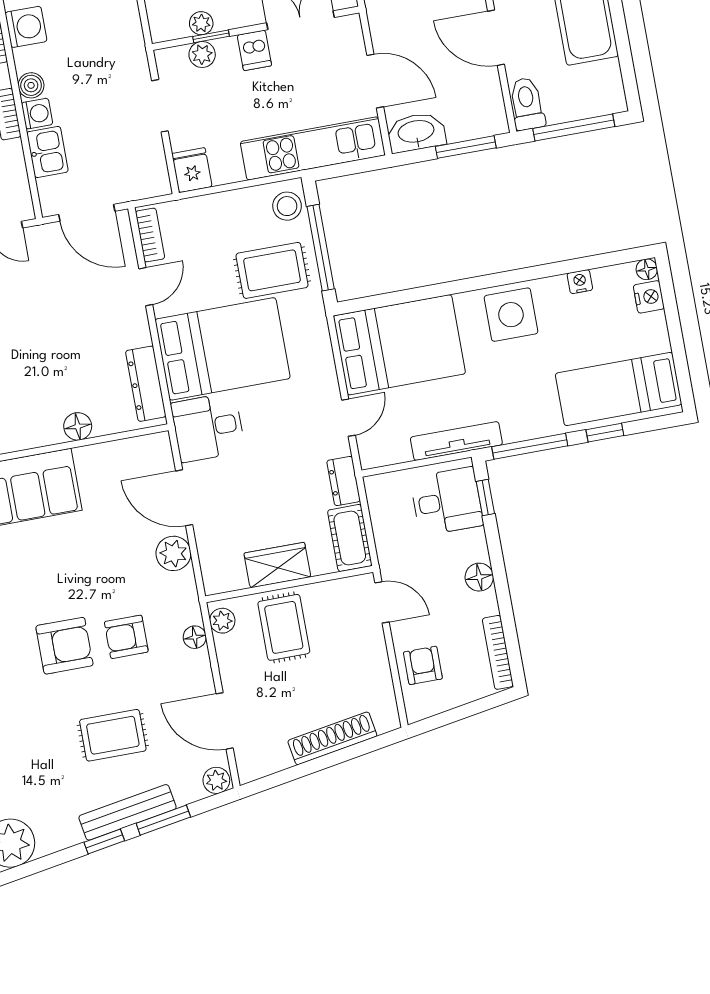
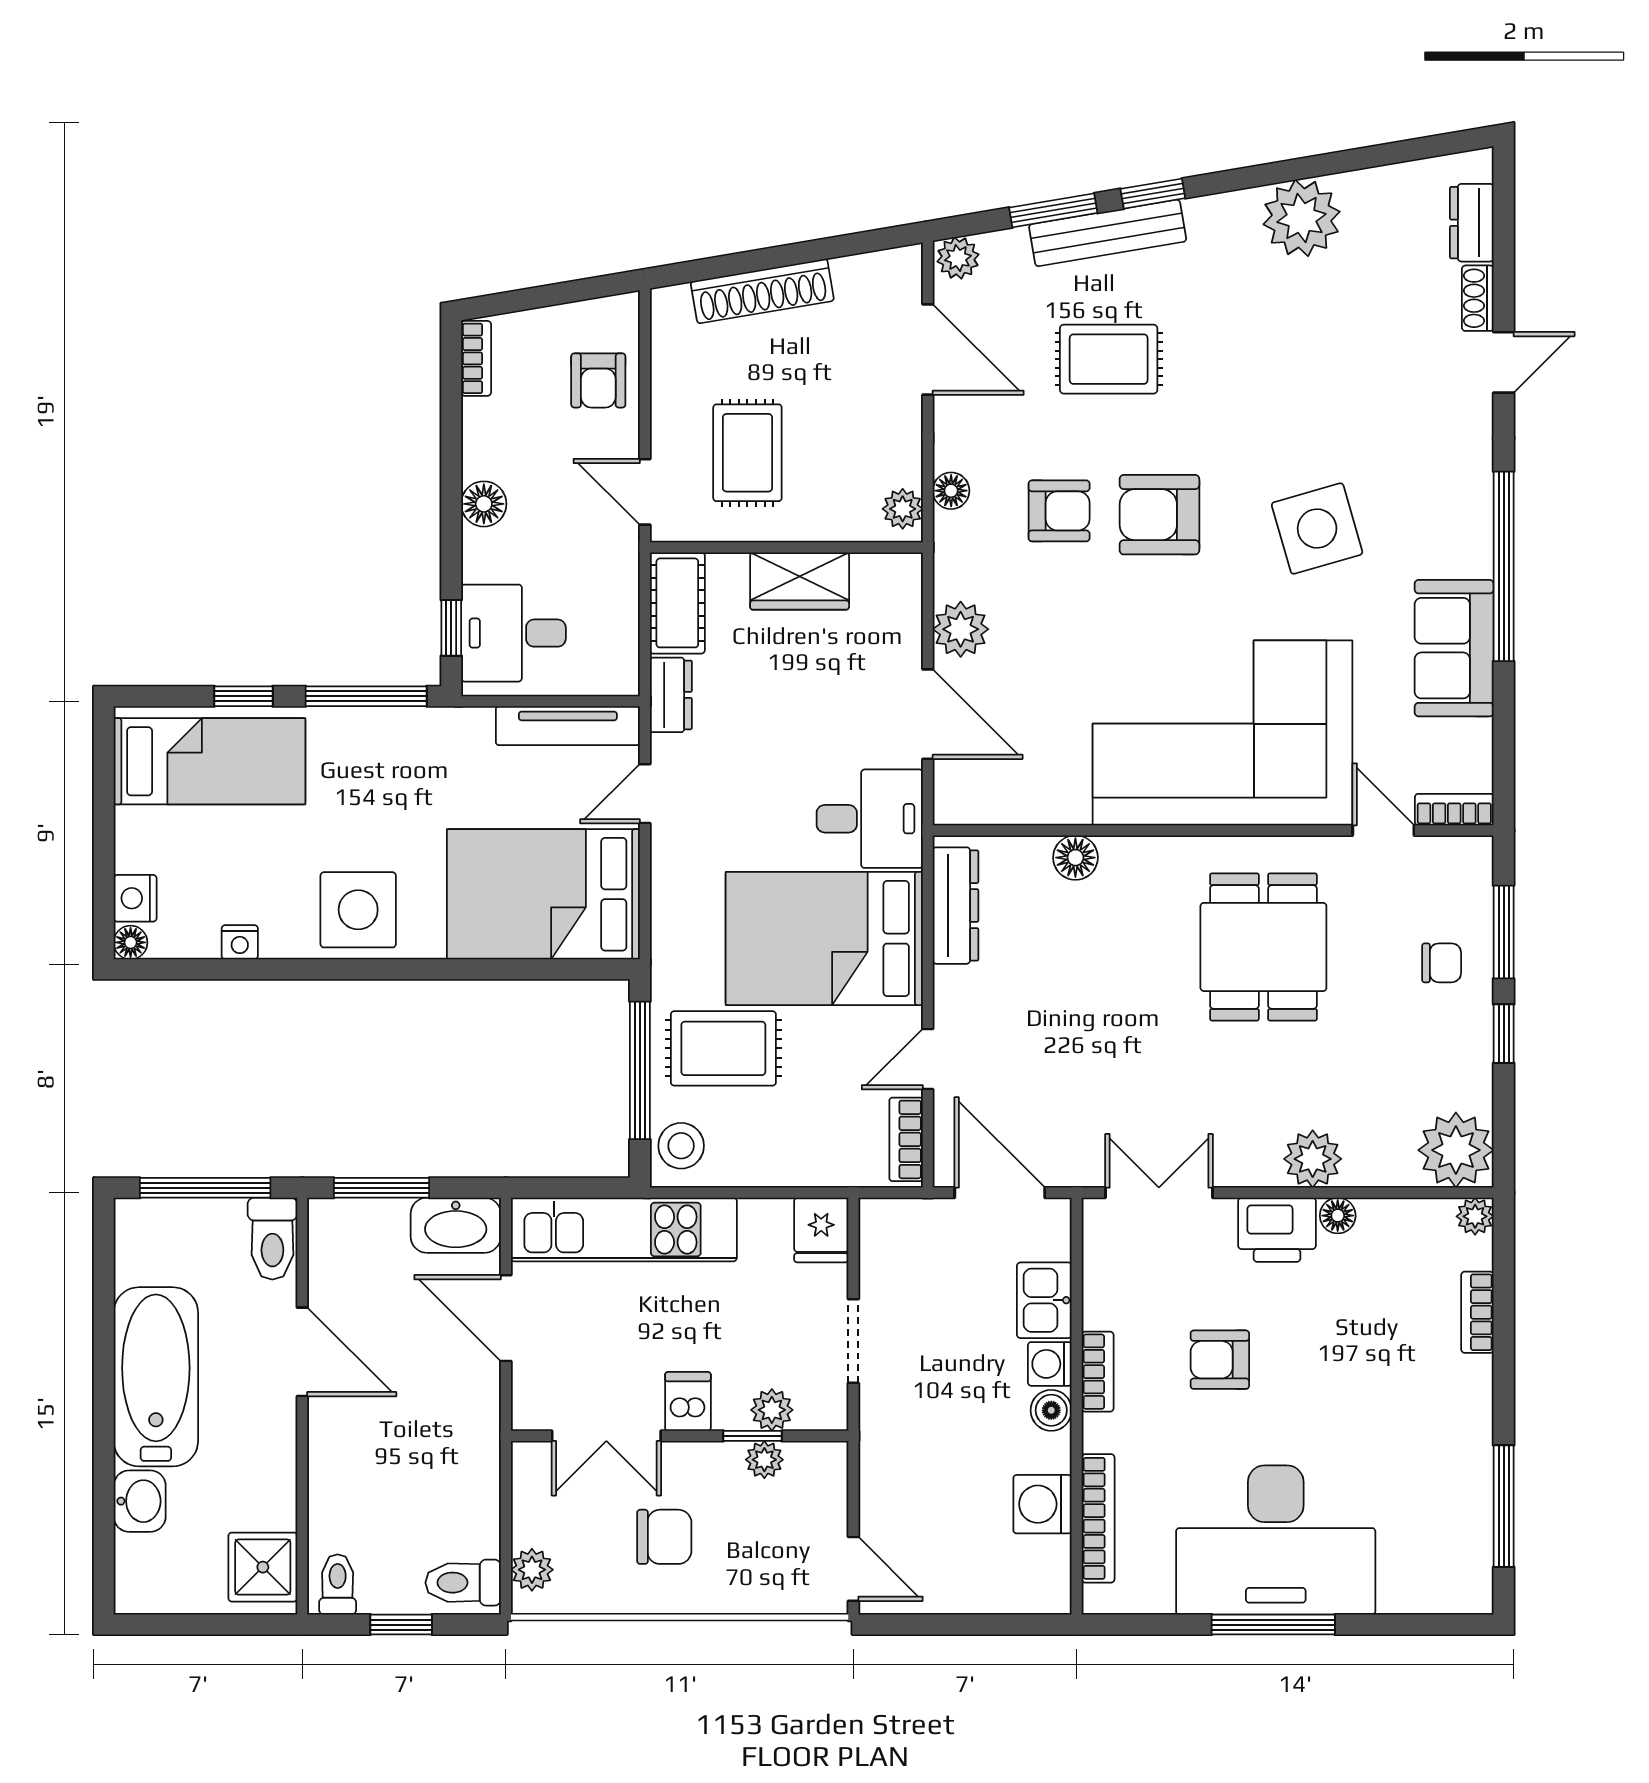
tv unit: (456, 441) -> (568, 726), moved
rug: (284, 627) -> (747, 453), moved
bookcase: (498, 652) -> (476, 358), width x0.64

